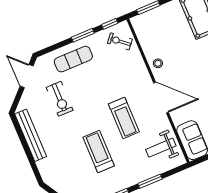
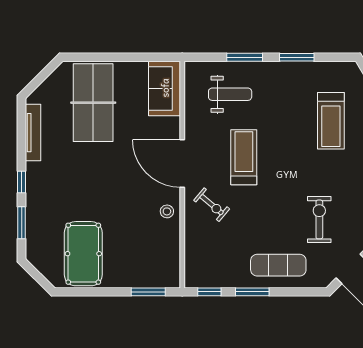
exercise bike: (120, 41) -> (212, 205), moved
weight bench: (161, 148) -> (230, 94), moved
treadmill: (99, 151) -> (331, 121), moved

